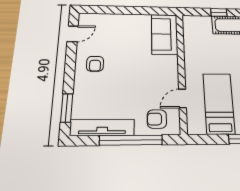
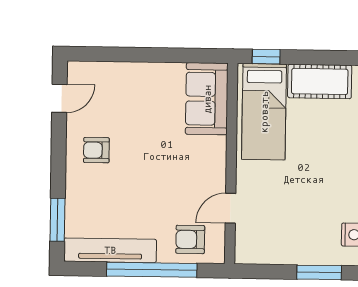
window: (219, 12) -> (266, 57), moved
armchair: (95, 64) -> (96, 150), turned 90
bed: (219, 103) -> (264, 112), moved, turned 180

